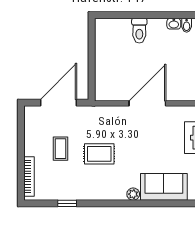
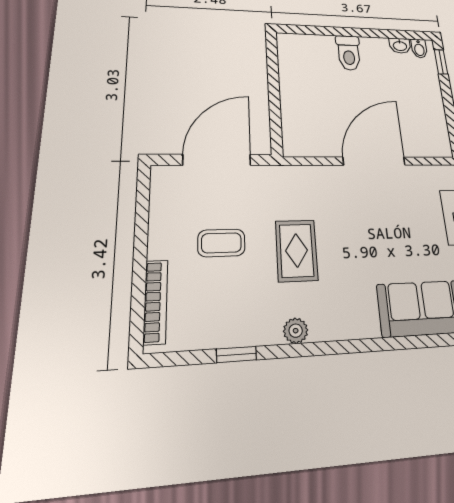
coffee table: (61, 149) -> (221, 243), turned 90
rug: (99, 154) -> (297, 251), turned 90
plant: (133, 194) -> (296, 331), moved

